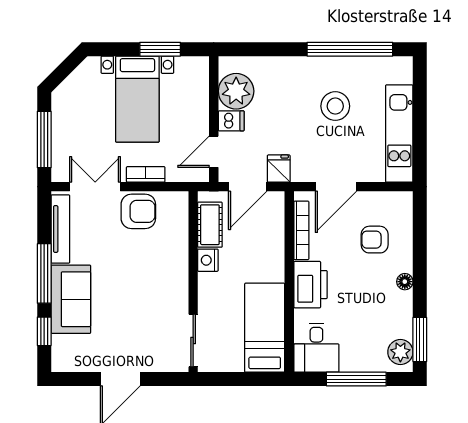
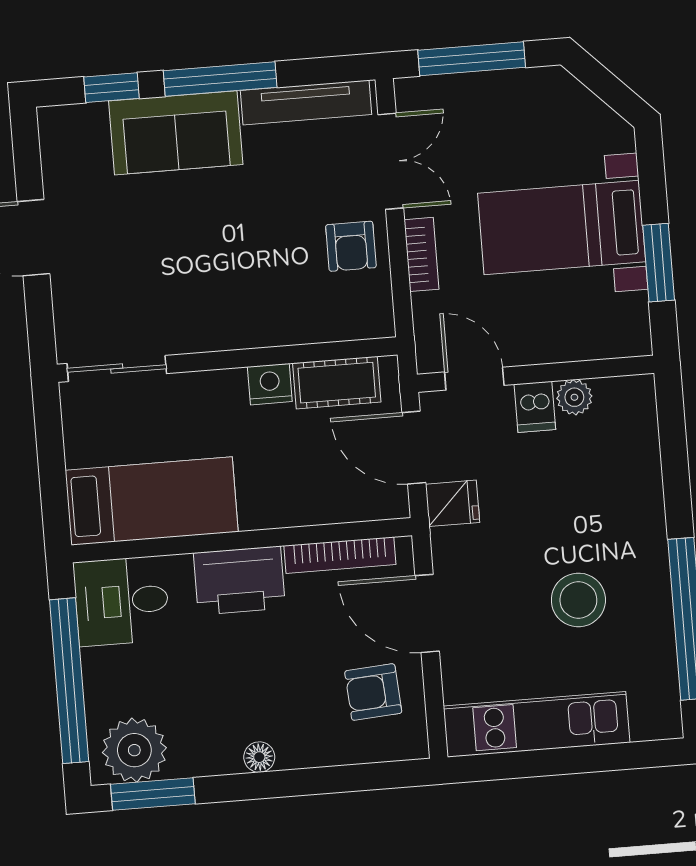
plant: (236, 91) -> (574, 397), width x0.53, depth x0.53
armchair: (138, 211) -> (351, 246), width x0.72, depth x0.72
armchair: (375, 240) -> (373, 692), moved, turned -94
plant: (400, 352) -> (134, 750), width x1.36, depth x1.36
window: (356, 379) -> (69, 681), width x1.46

